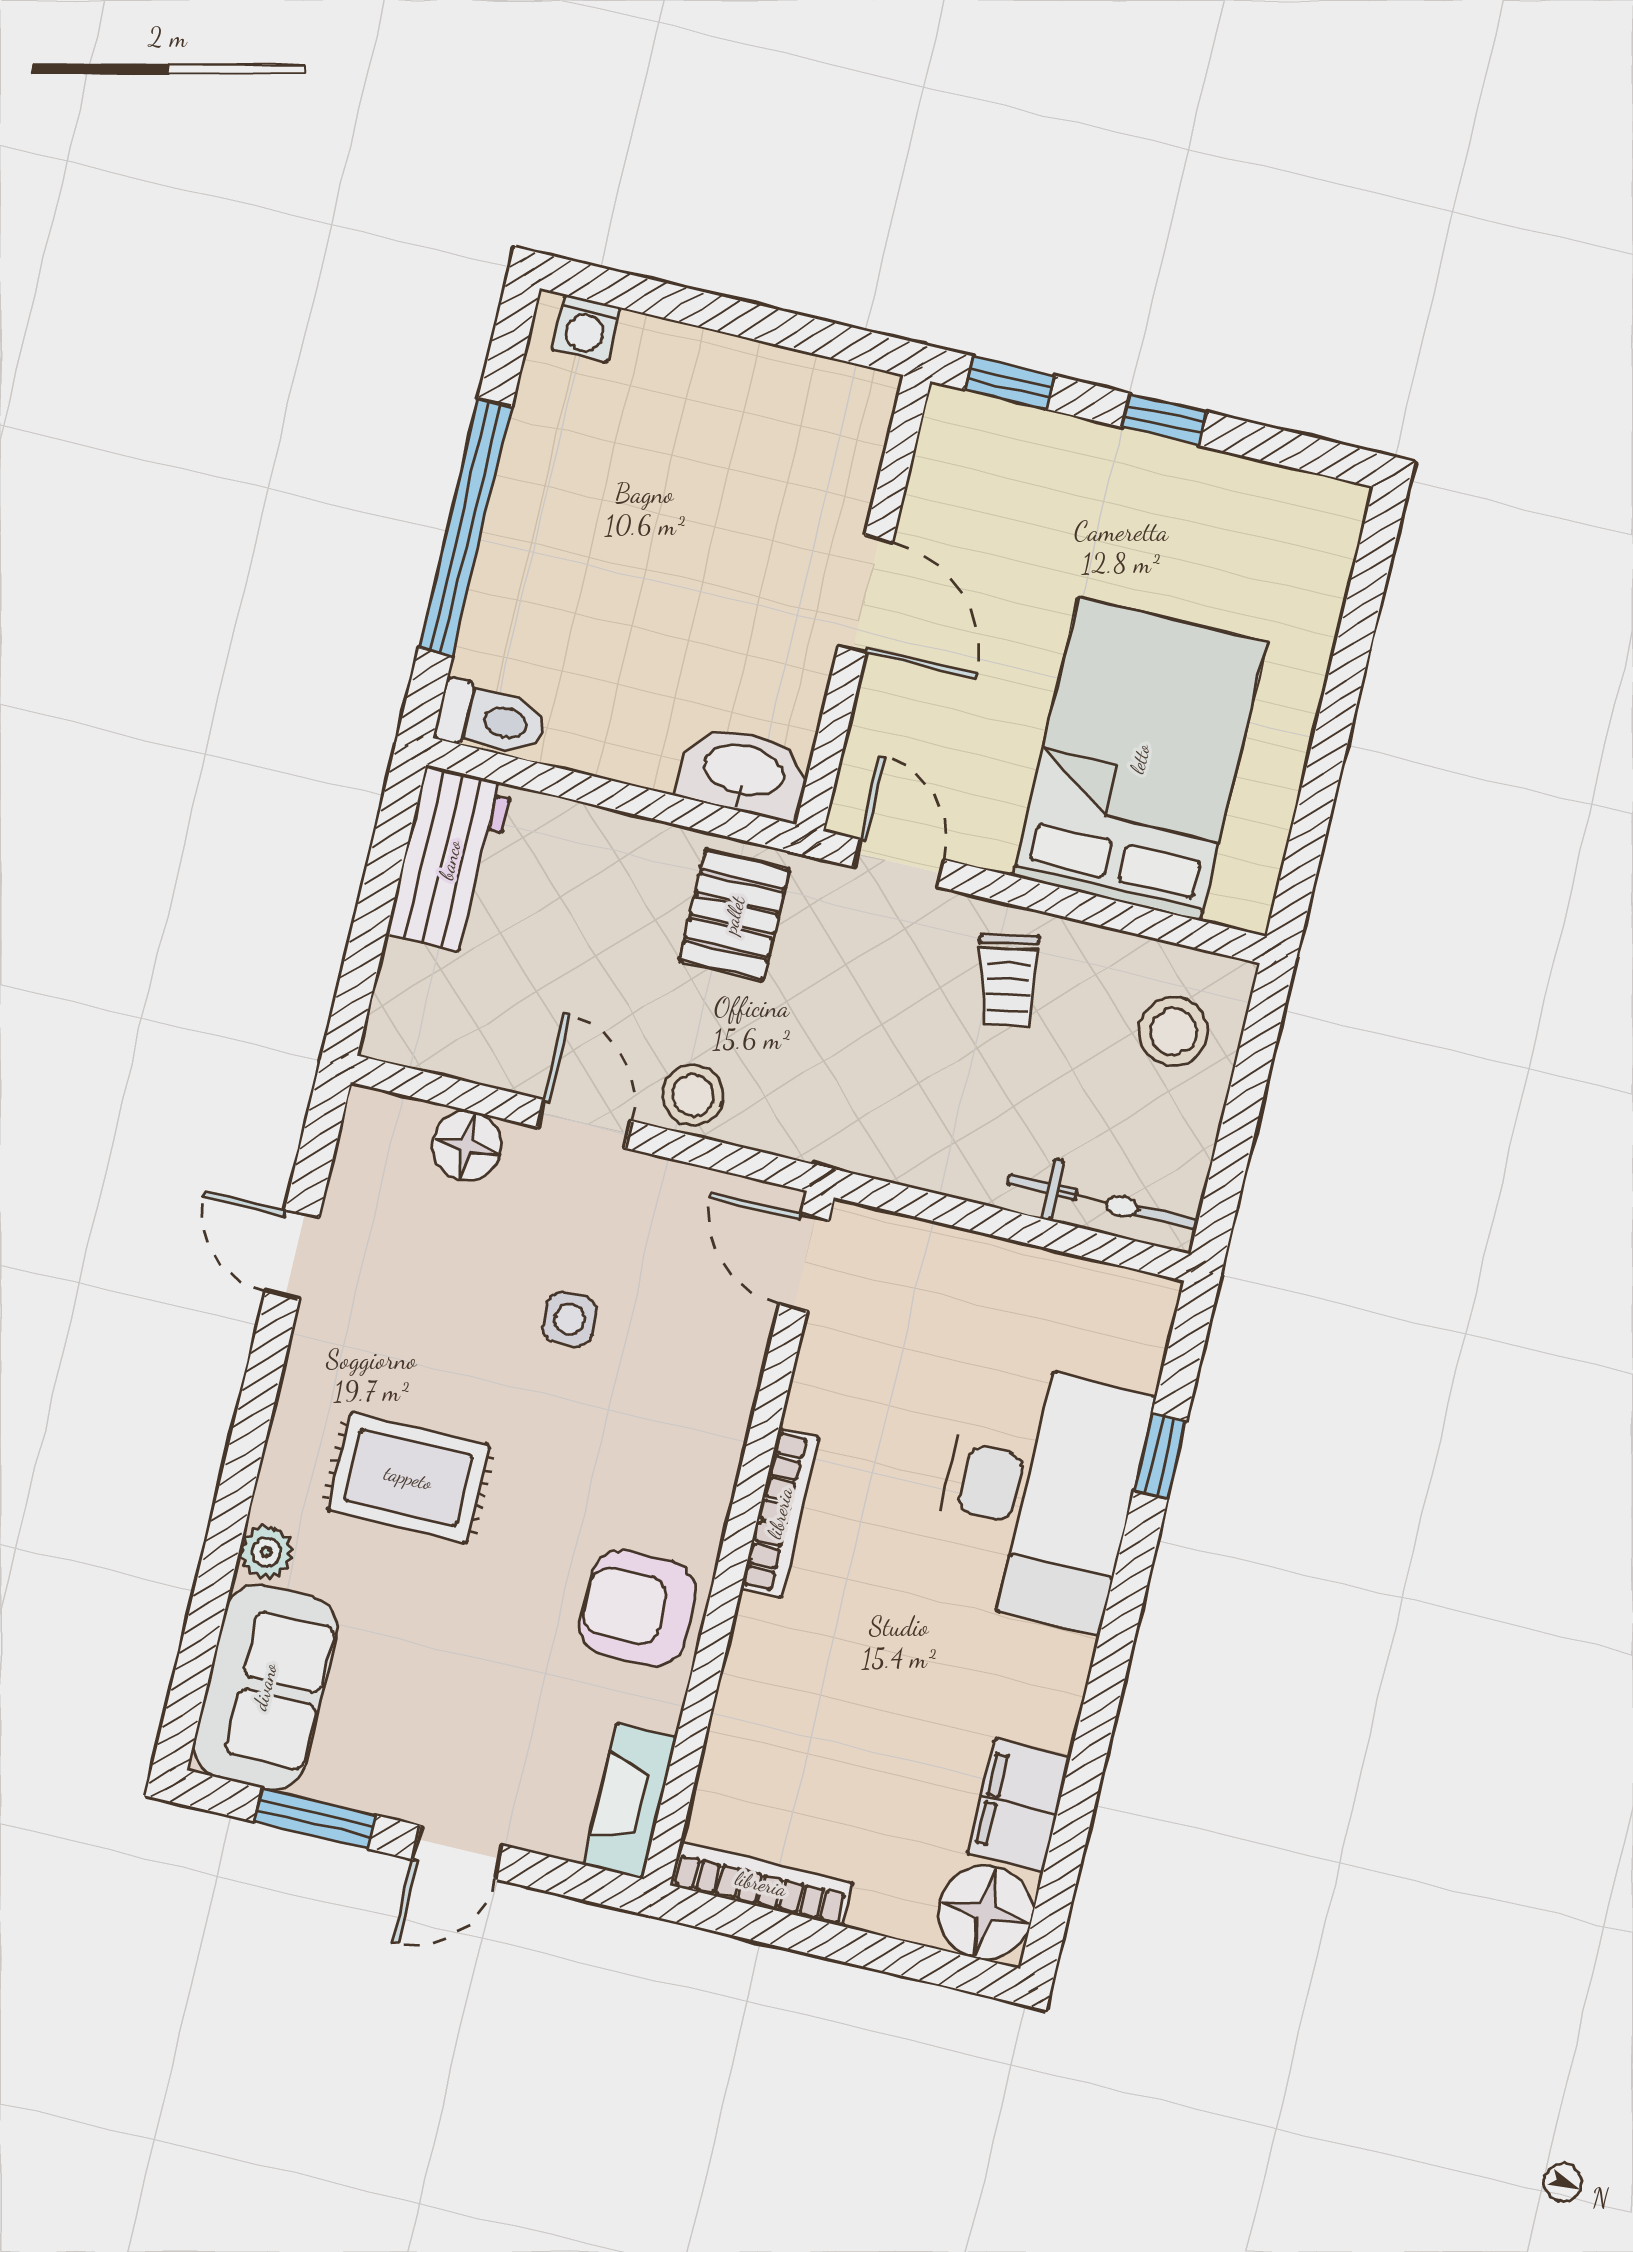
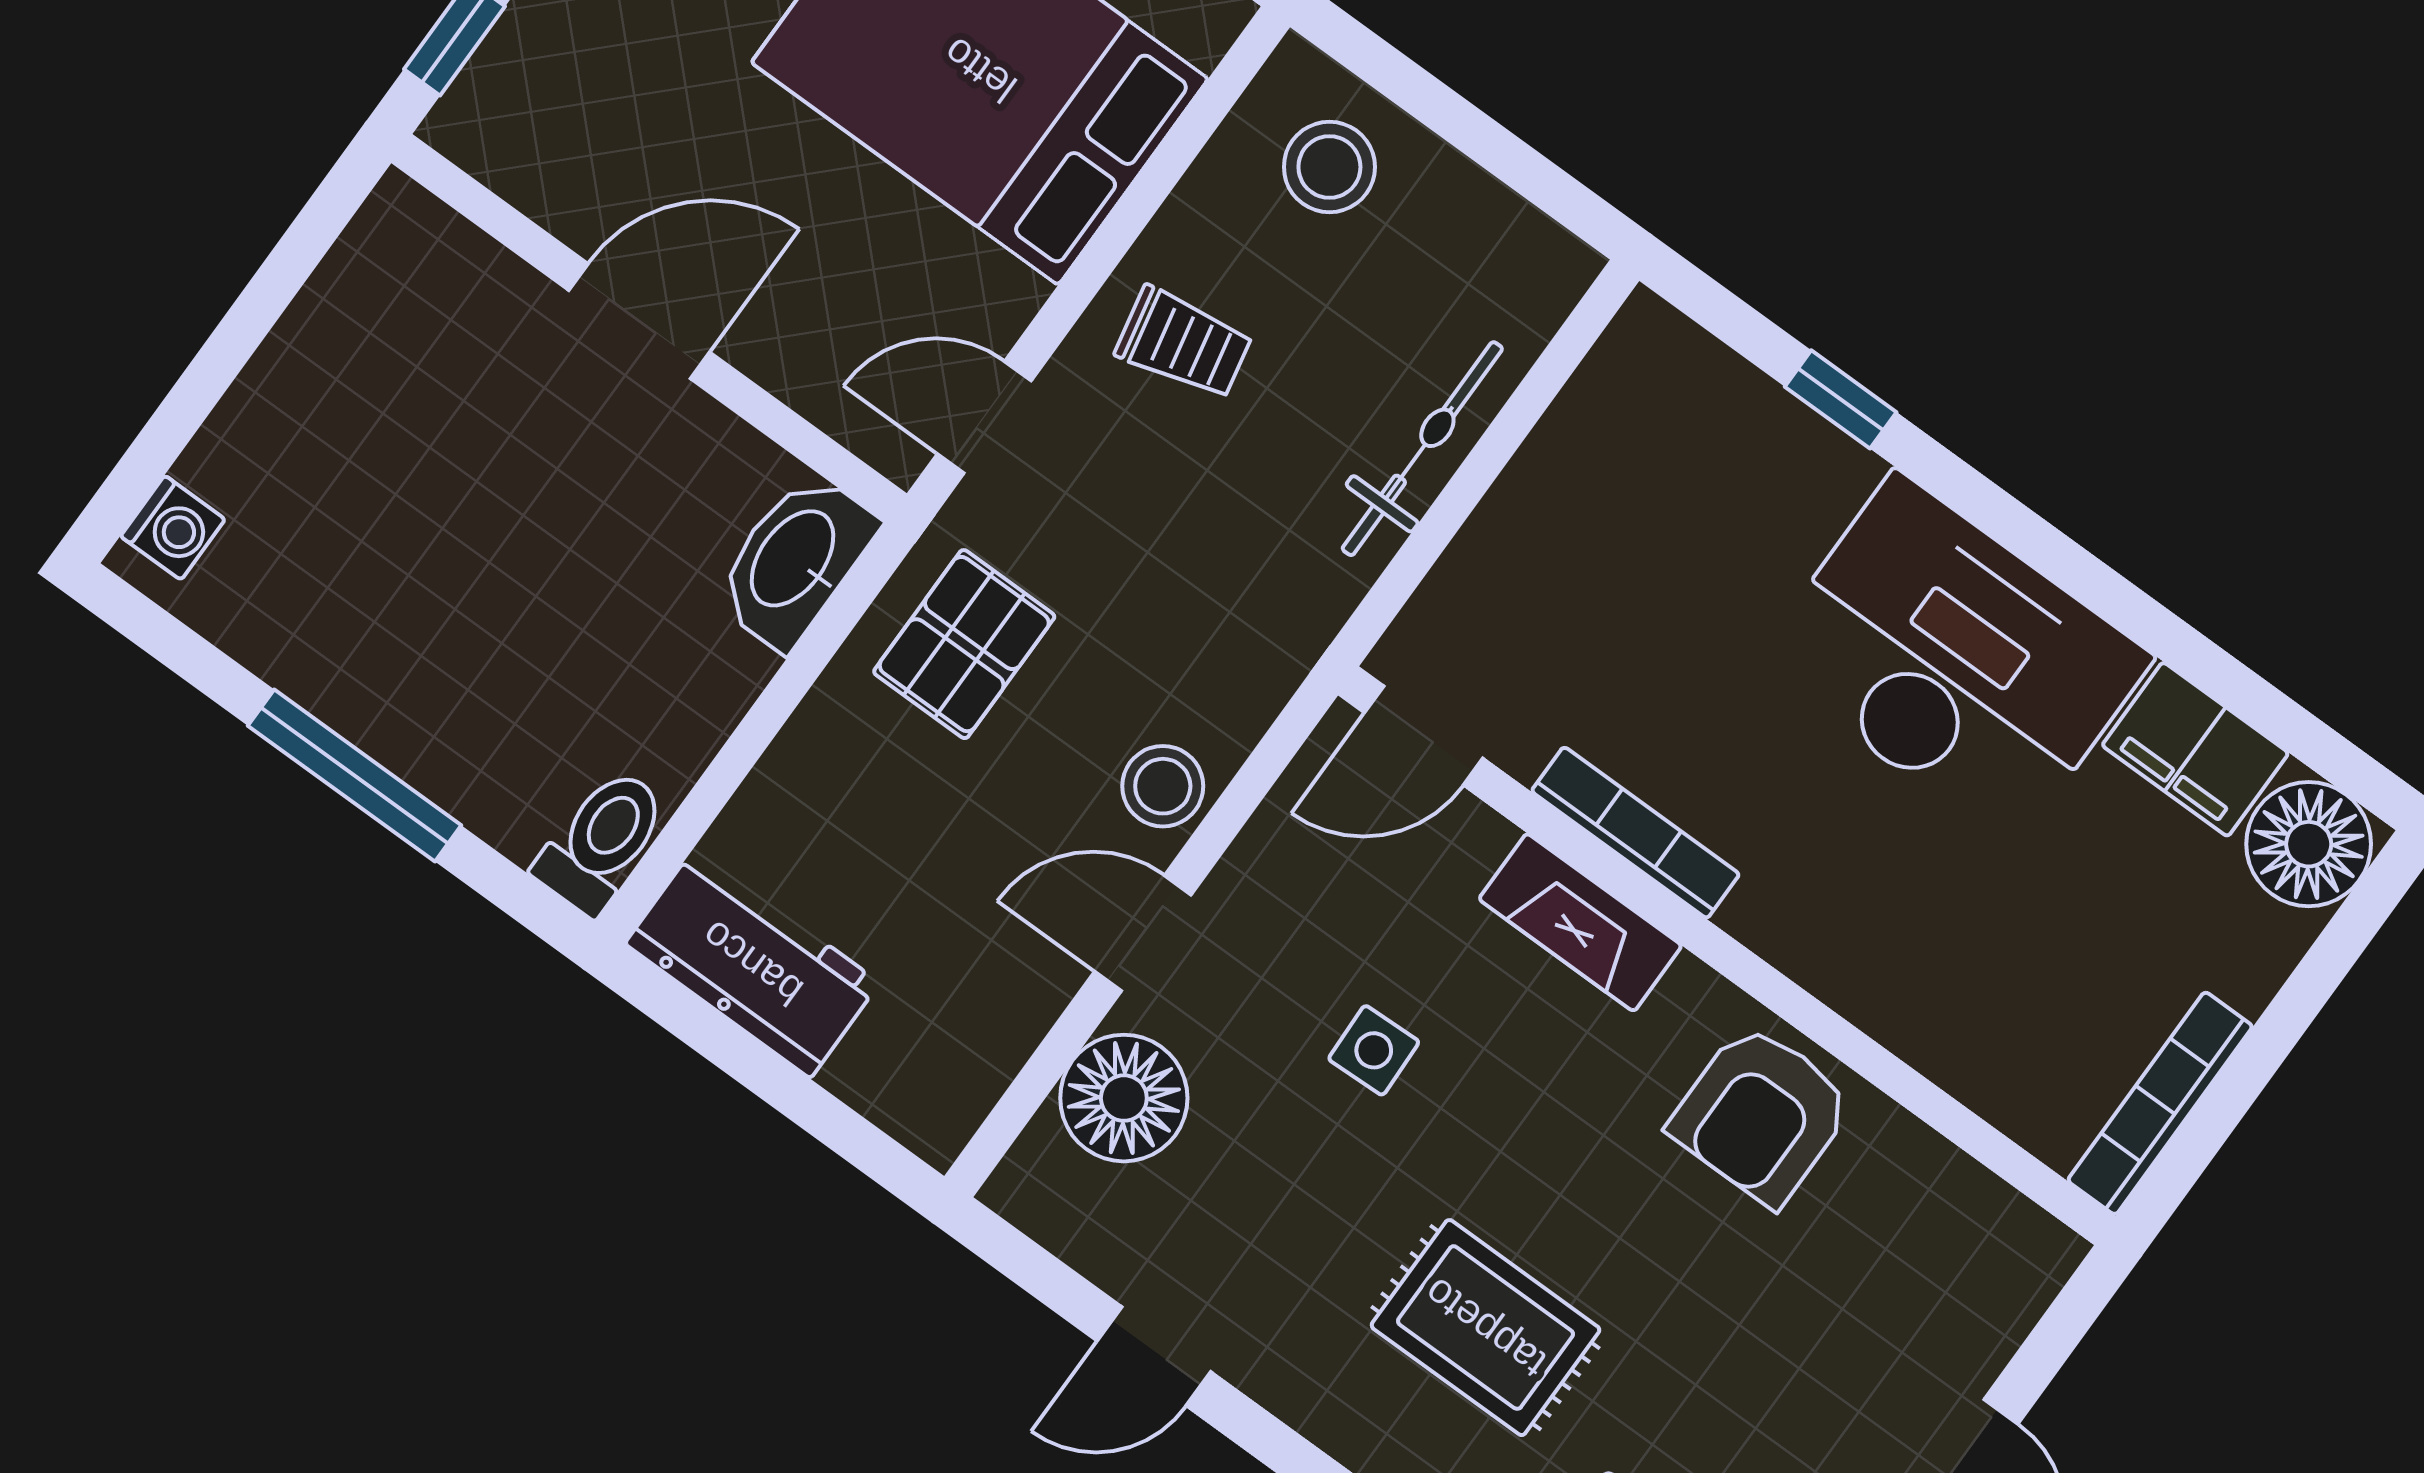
window: (465, 527) -> (355, 776), width x0.68
pallet: (734, 915) -> (964, 644), turned 90
floor lamp: (467, 1146) -> (1124, 1098), width x1.38, depth x1.38
bicycle: (1103, 1202) -> (1422, 449), moved
rug: (408, 1478) -> (1485, 1328), turned 90
desk: (1039, 1495) -> (1954, 660), moved
bookcase: (780, 1513) -> (1635, 833), moved
fireplace: (630, 1801) -> (1580, 922), moved

